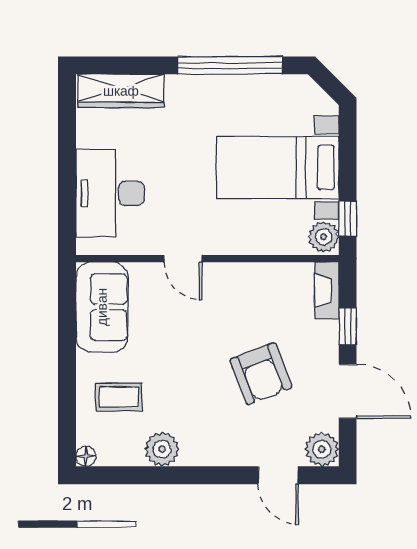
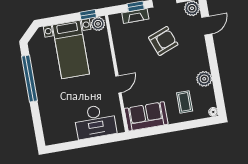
wardrobe: (121, 91) -> (49, 125), removed
fireplace: (327, 291) -> (135, 16), moved

